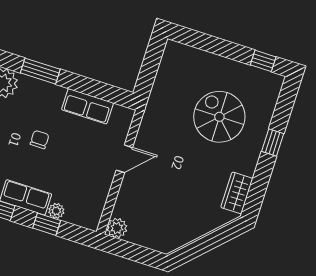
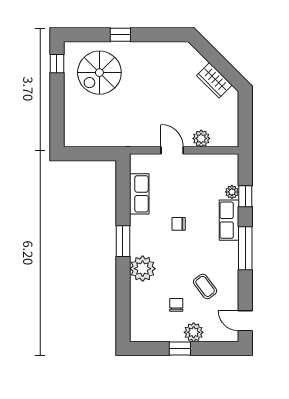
spiral stairs: (219, 117) -> (99, 73), moved
wardrobe: (237, 193) -> (214, 80), moved, turned 45
plant: (117, 228) -> (201, 138), moved

